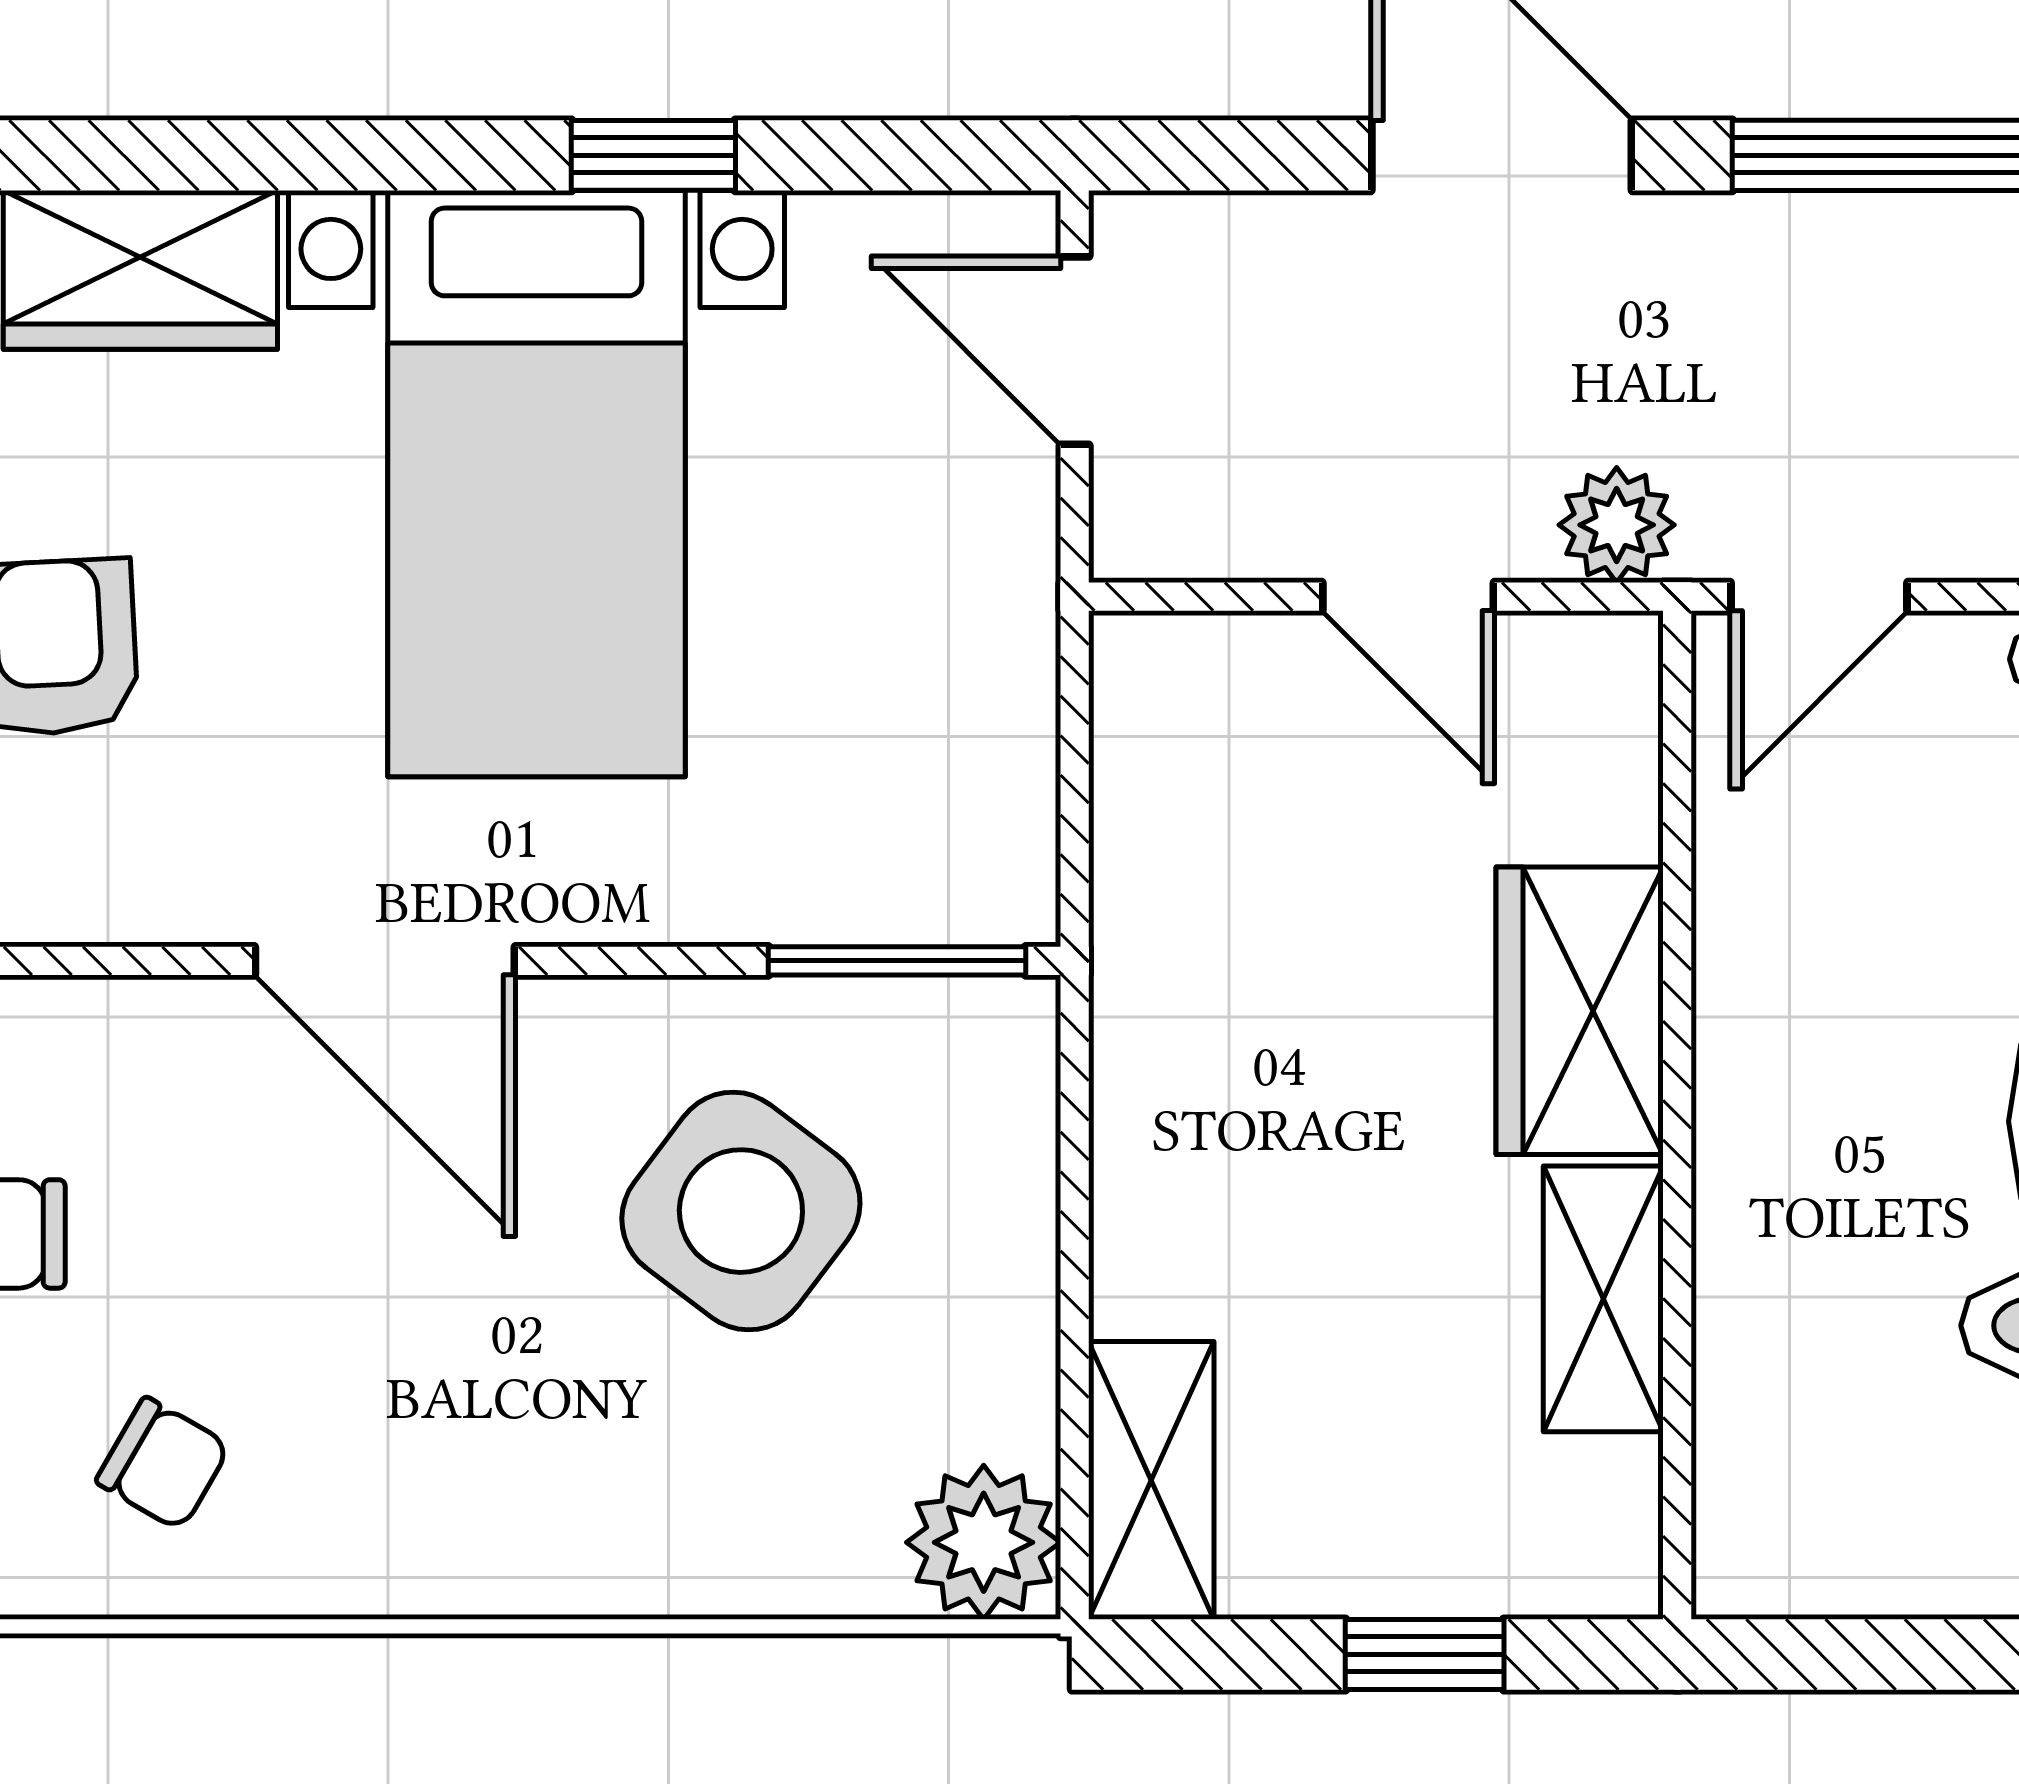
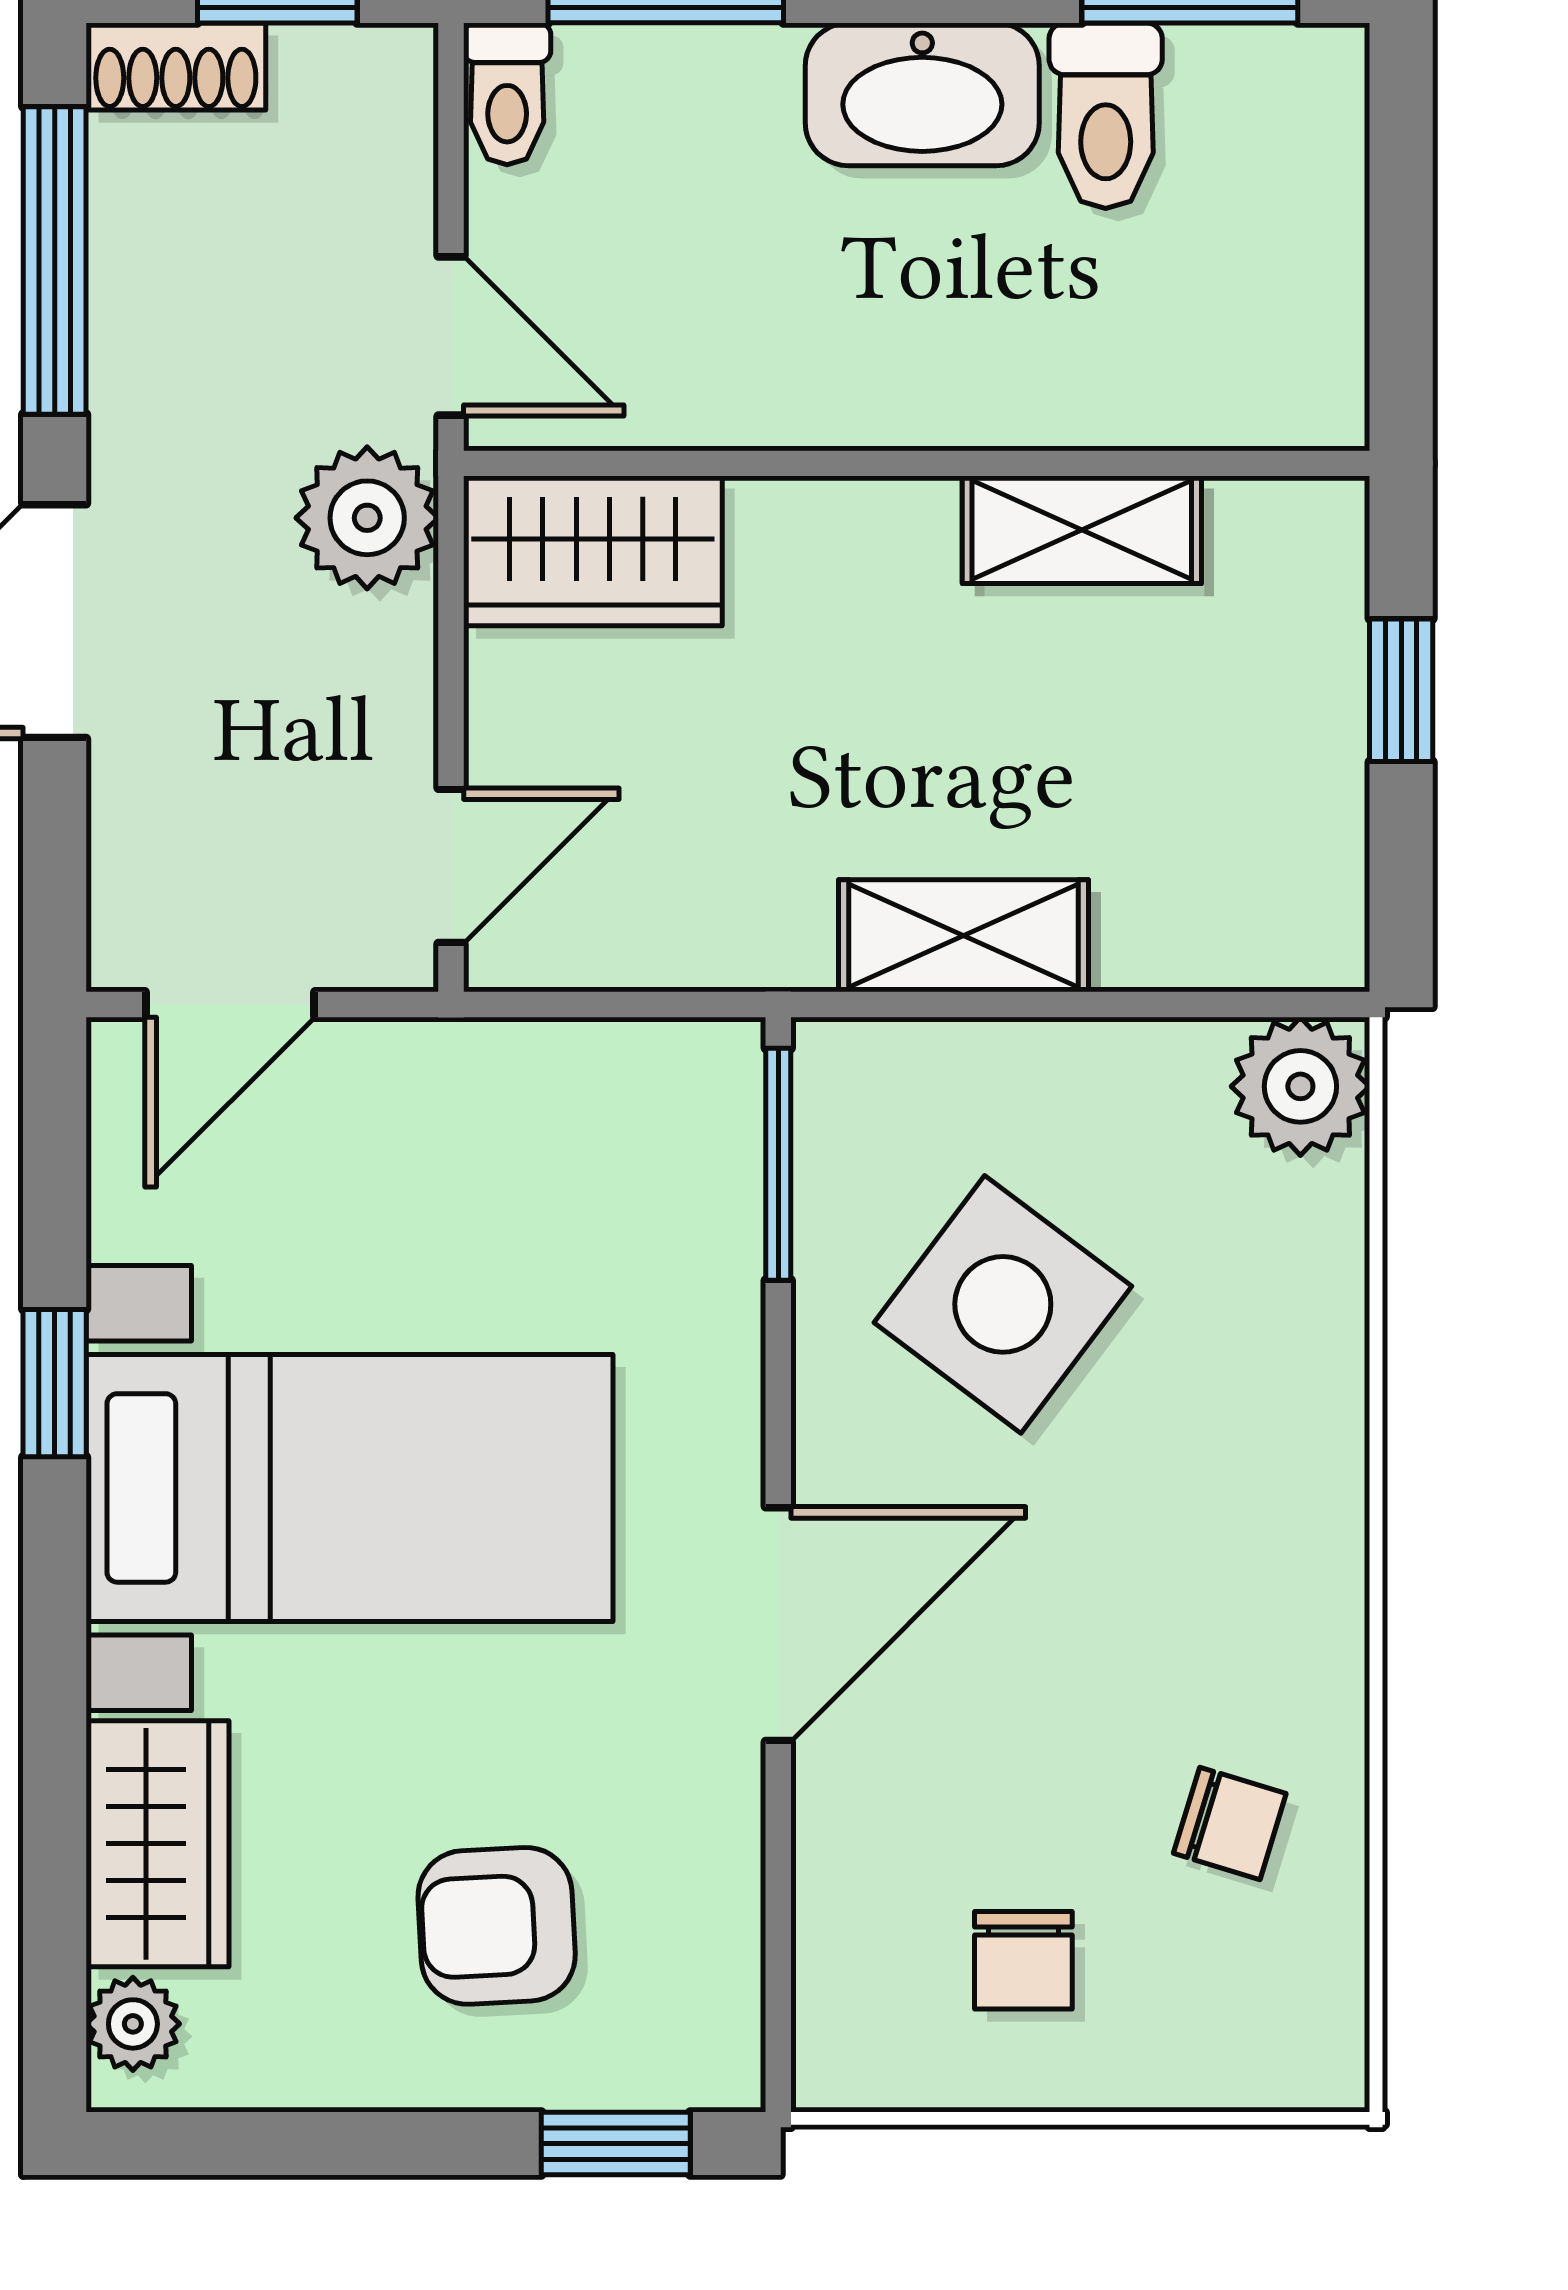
plant: (1617, 525) -> (367, 518), width x1.38, depth x1.38
door: (1408, 597) -> (451, 866), moved
wardrobe: (1580, 1011) -> (593, 551), moved
chair: (163, 1464) -> (1230, 1823), turned 77
shelving: (1151, 1480) -> (963, 936), moved

